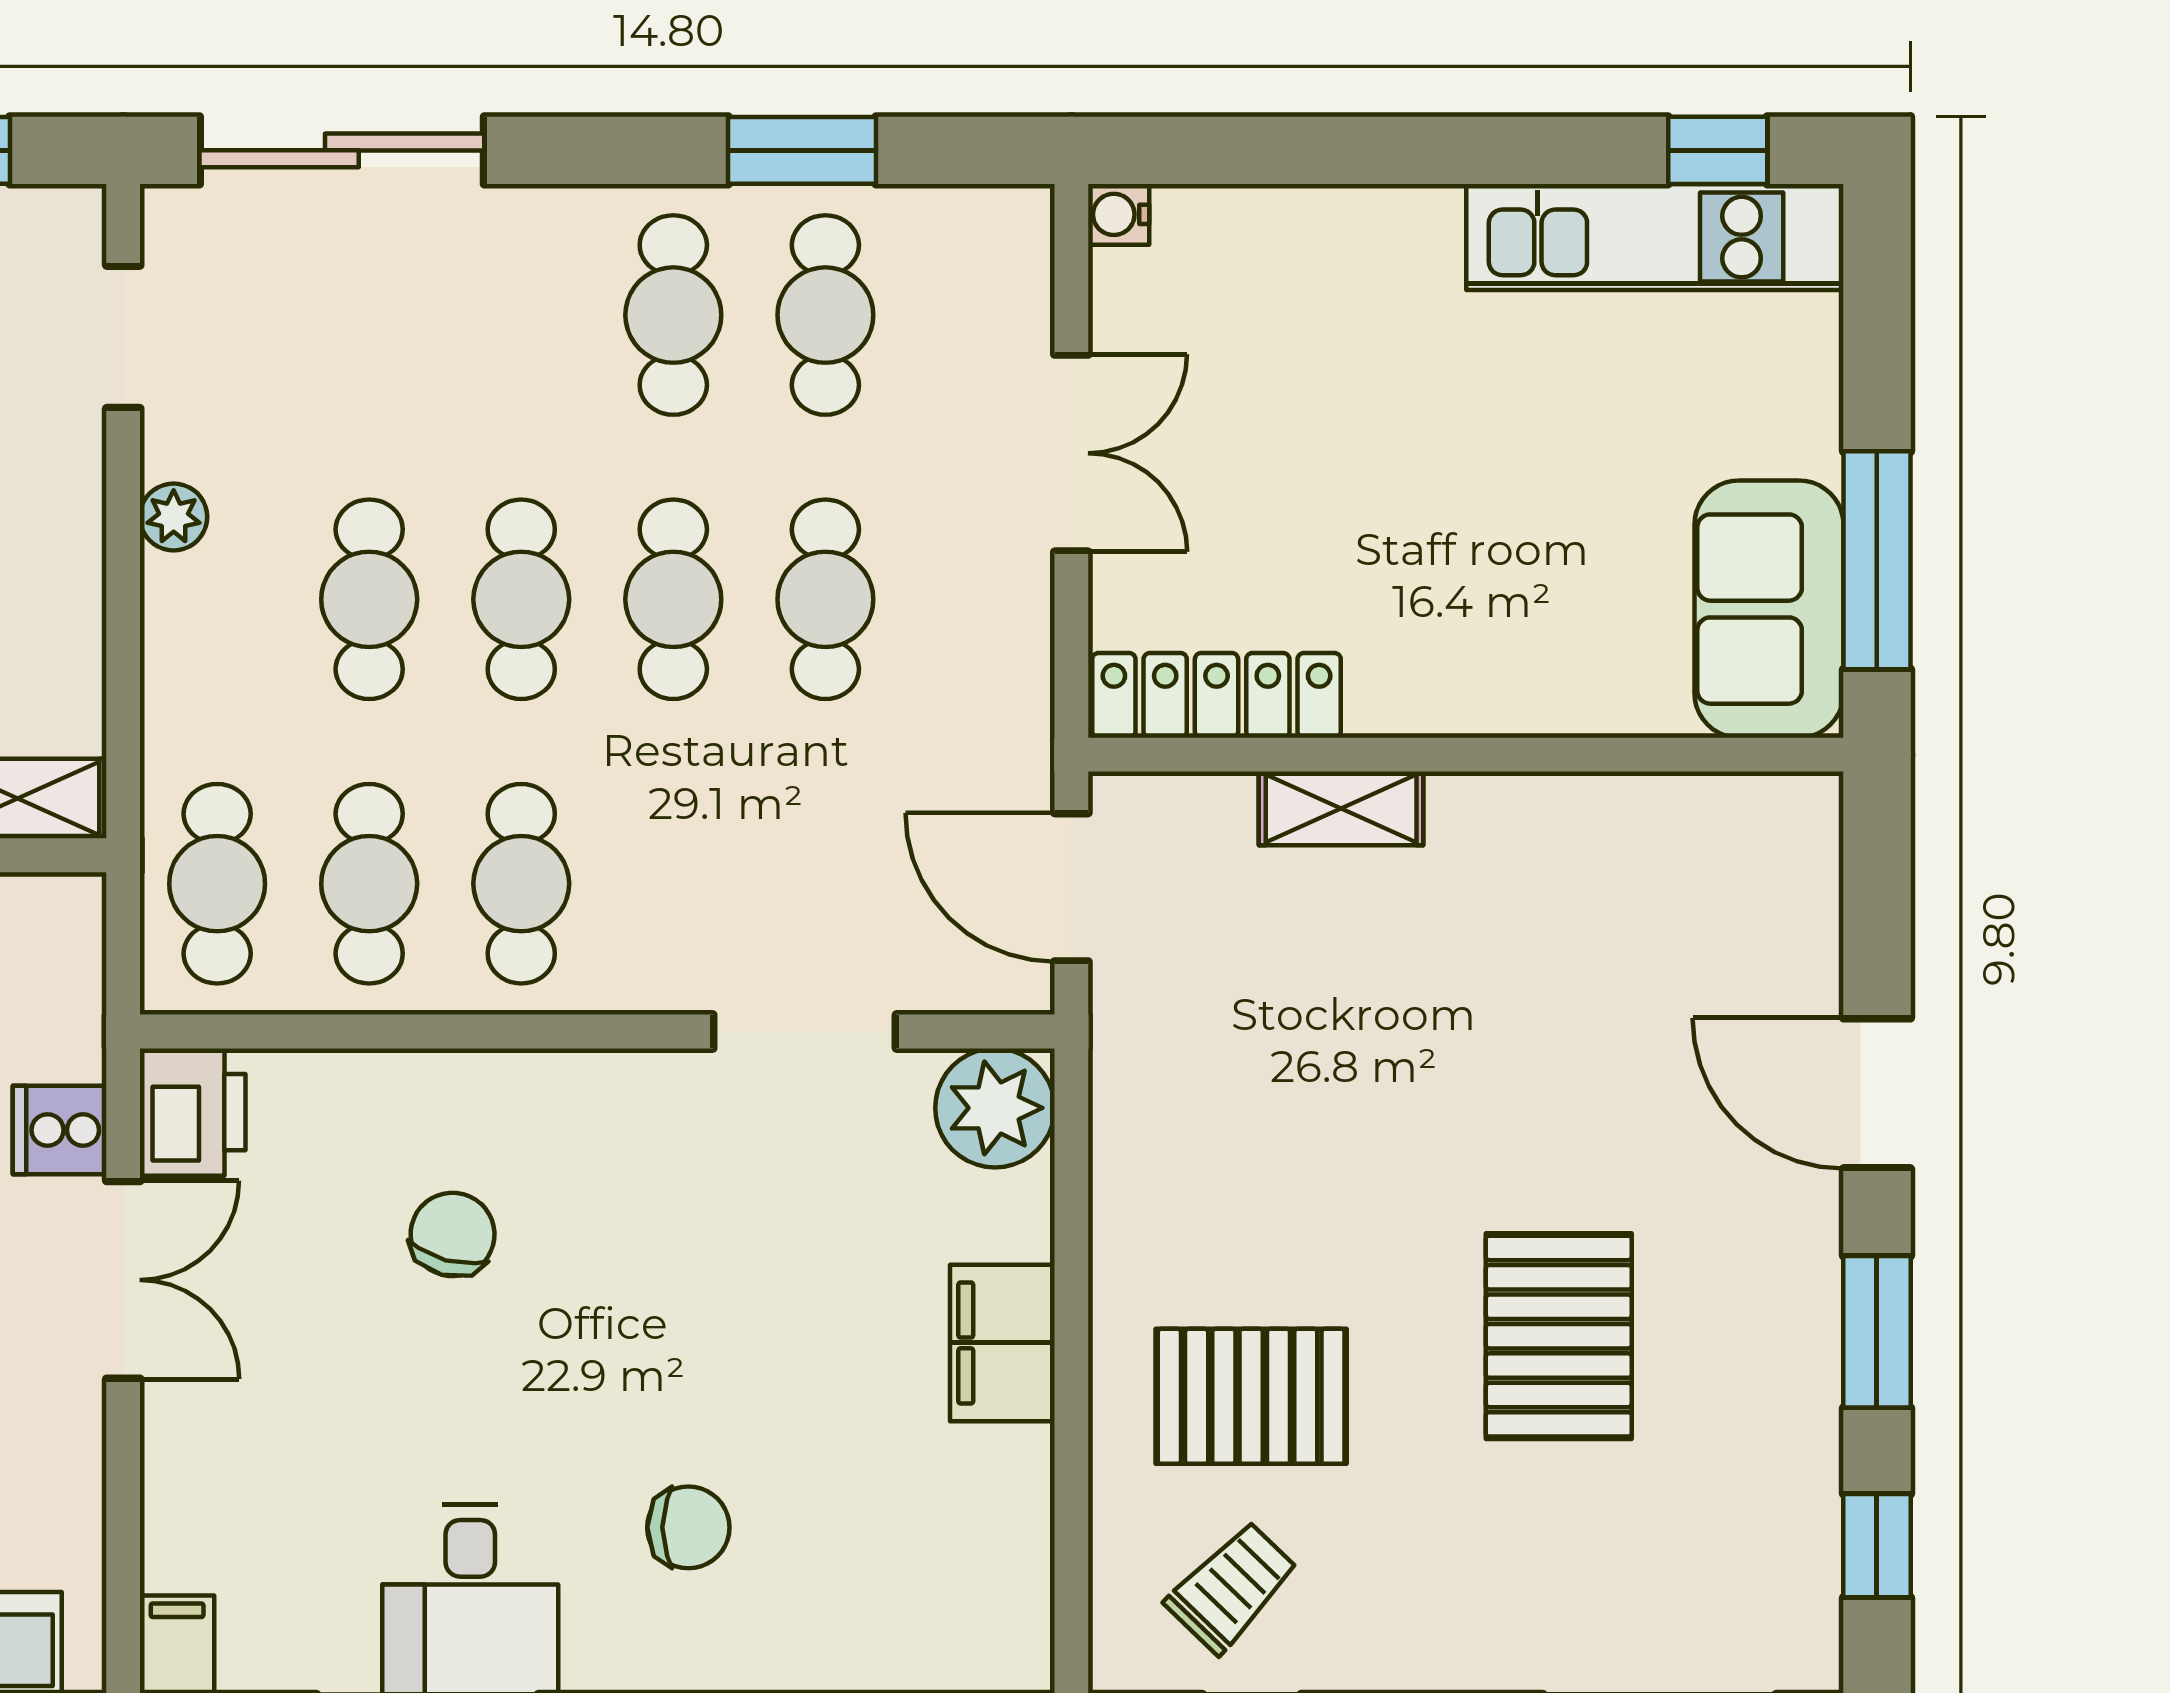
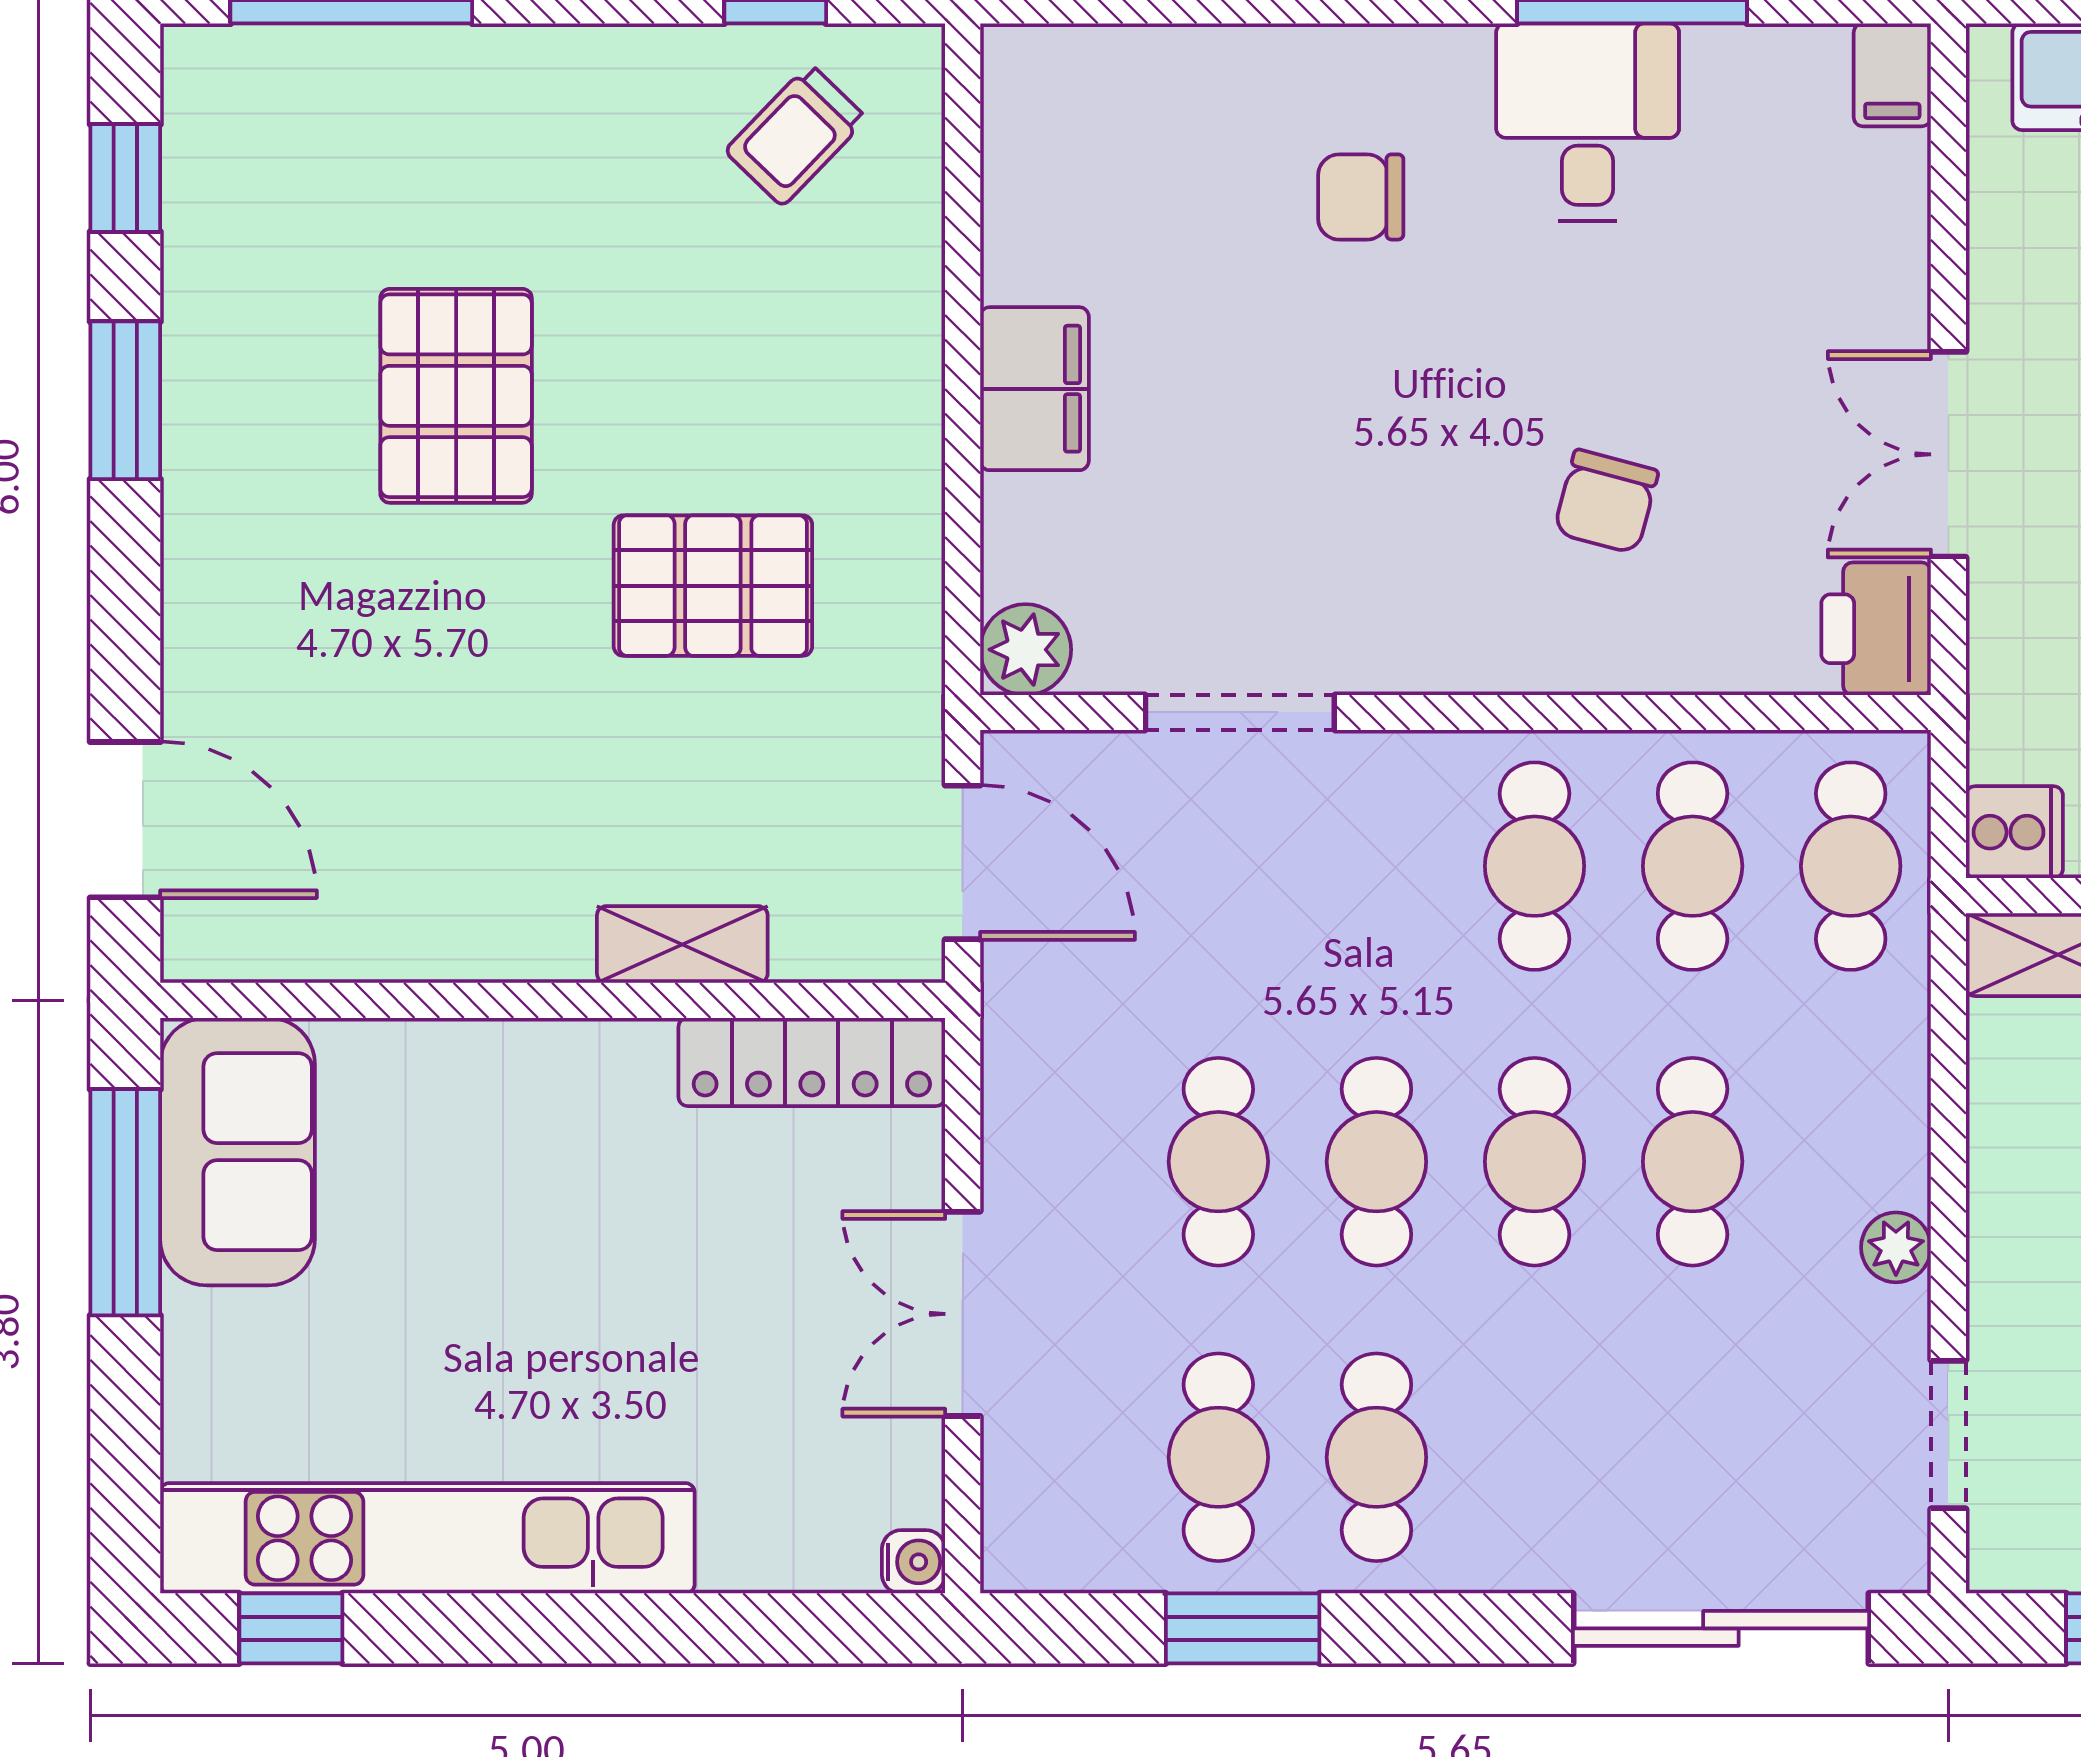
kitchen unit: (1655, 237) -> (427, 1538), width x1.36
door: (1877, 1093) -> (125, 820), moved
plant: (995, 1108) -> (1026, 650), width x0.73, depth x0.73
cooker: (60, 1130) -> (2014, 832), moved
pallet: (1251, 1396) -> (713, 586), moved

